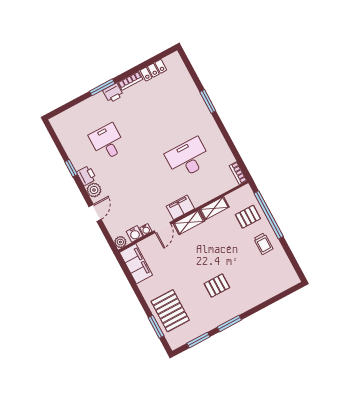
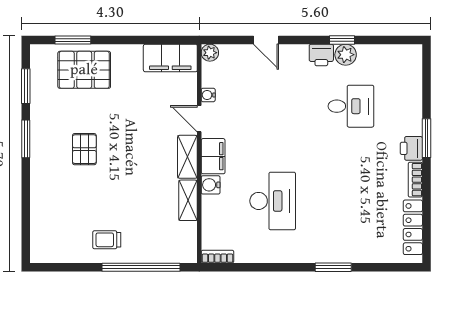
locker: (153, 70) -> (413, 227), width x1.53
plant: (94, 190) -> (346, 55), moved
pallet: (248, 217) -> (153, 239), removed
water cooler: (135, 234) -> (211, 185), moved

